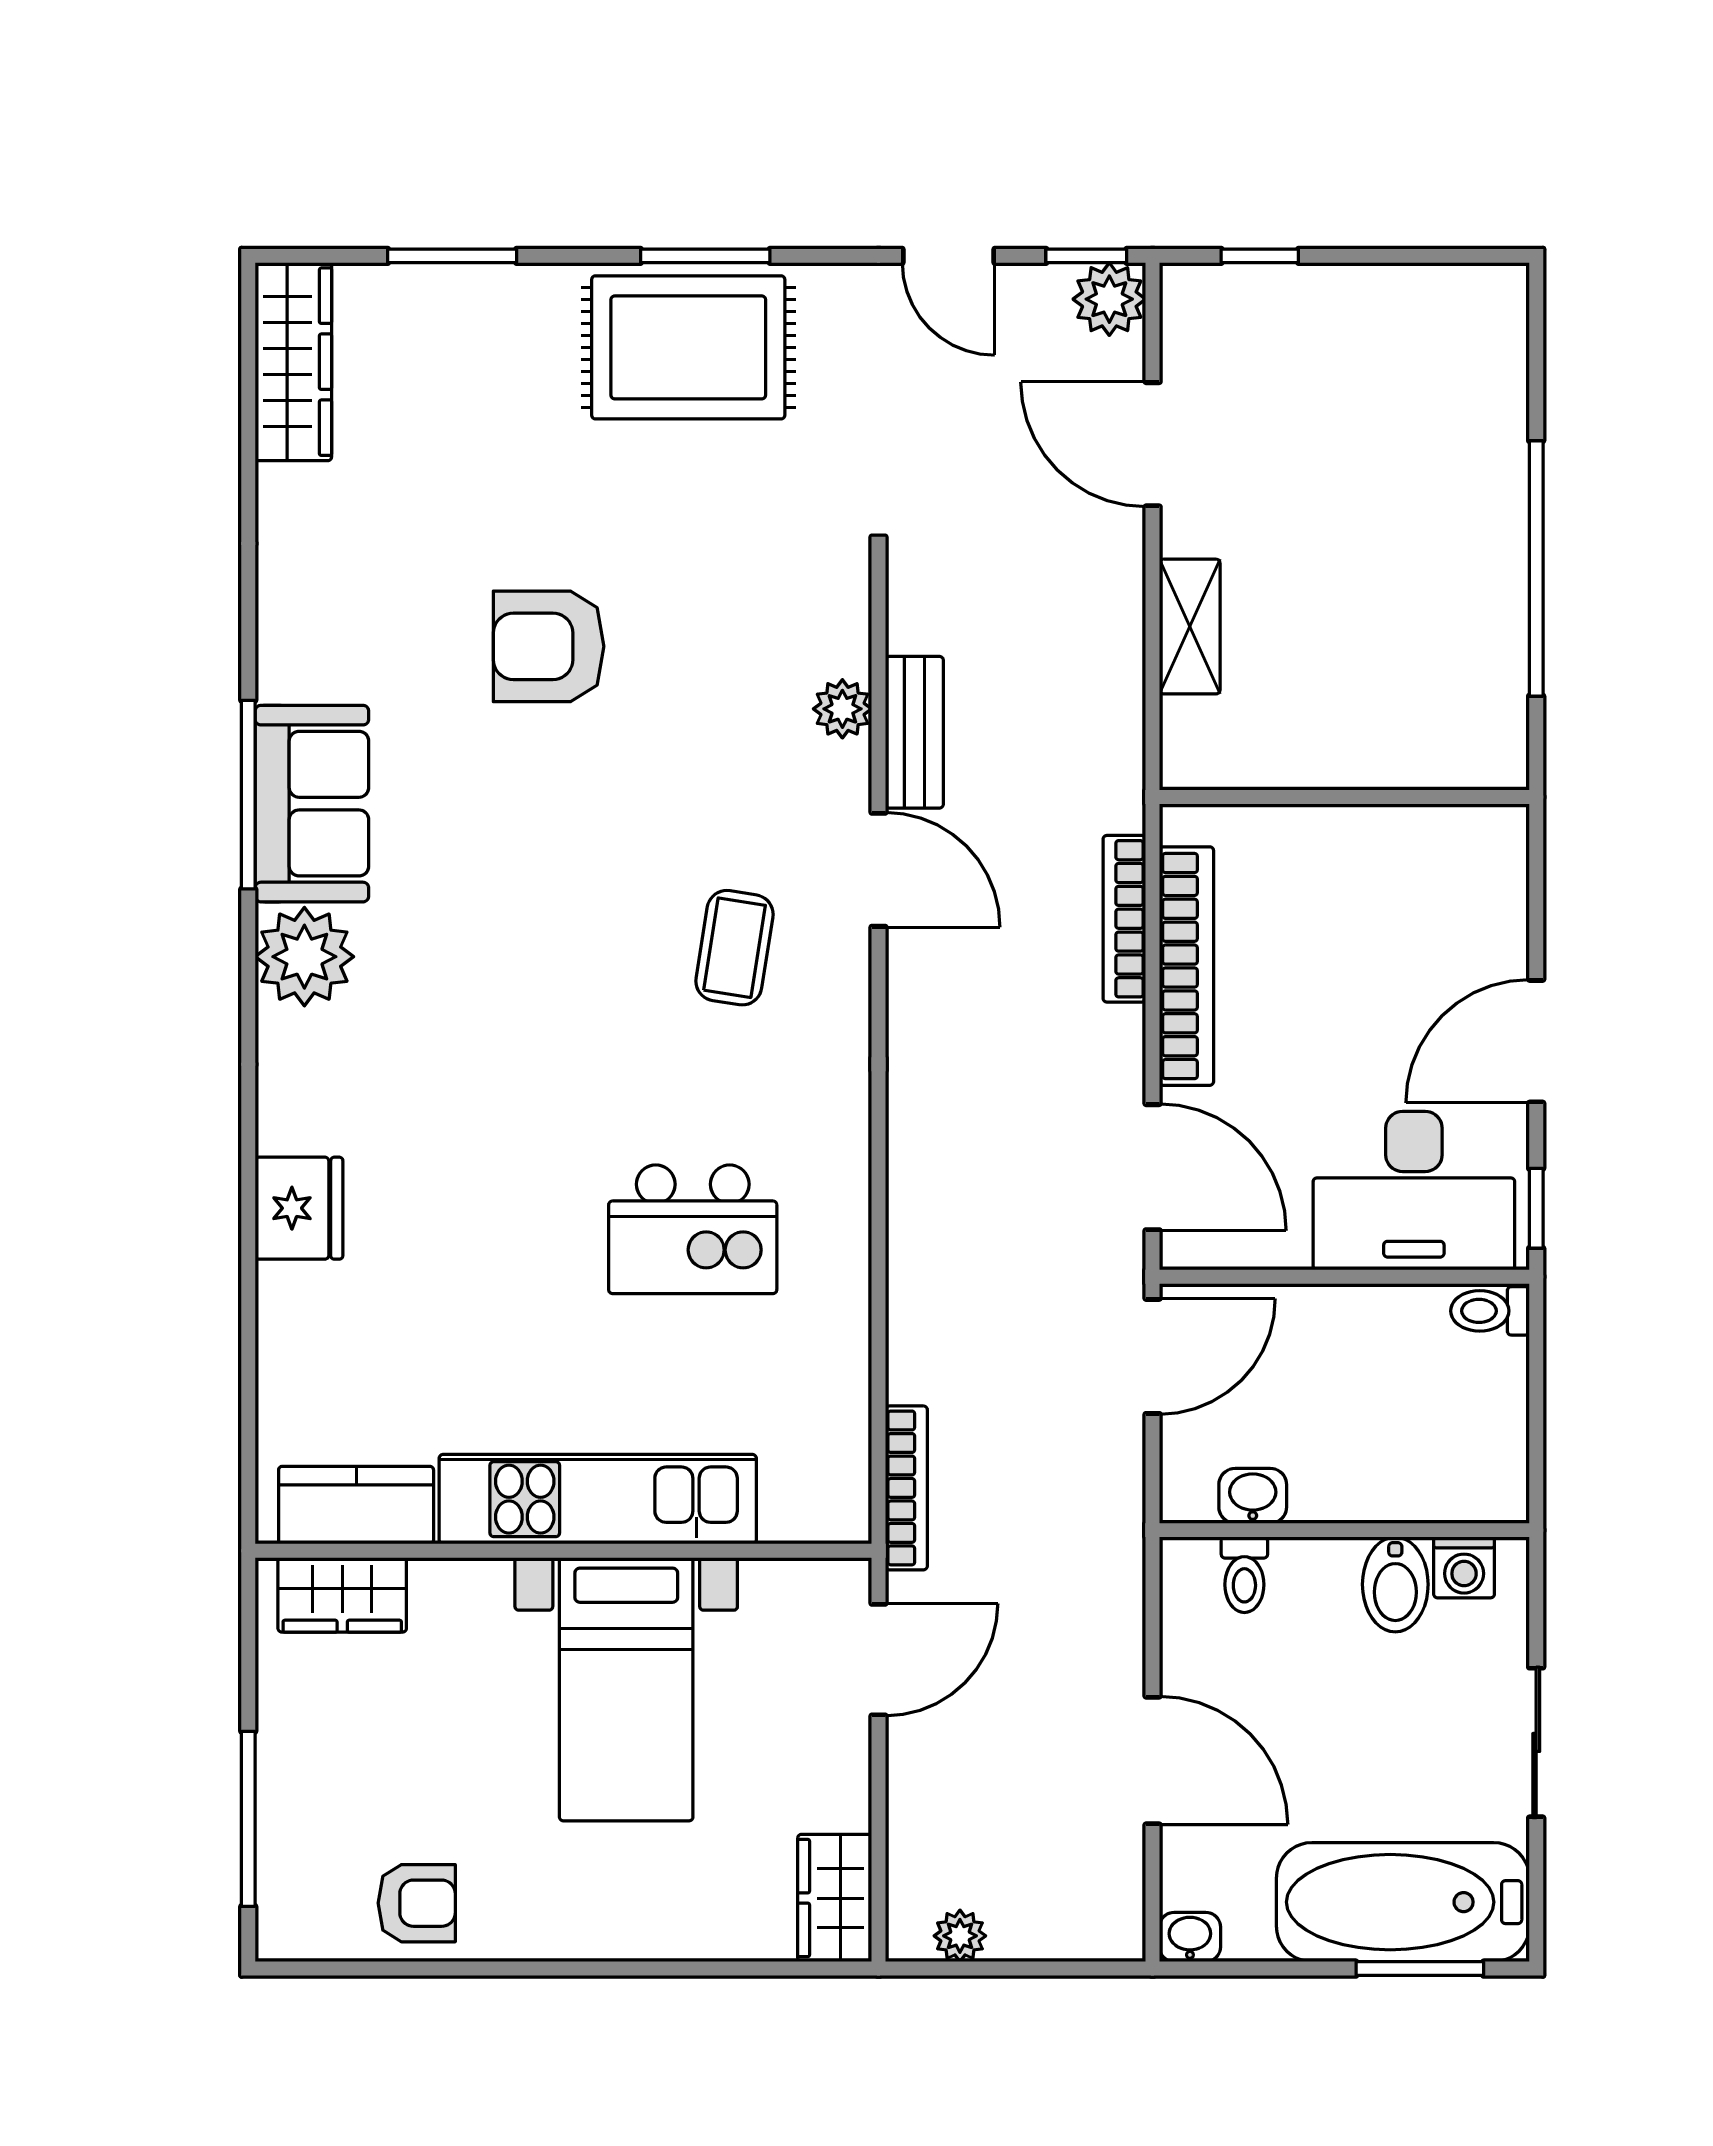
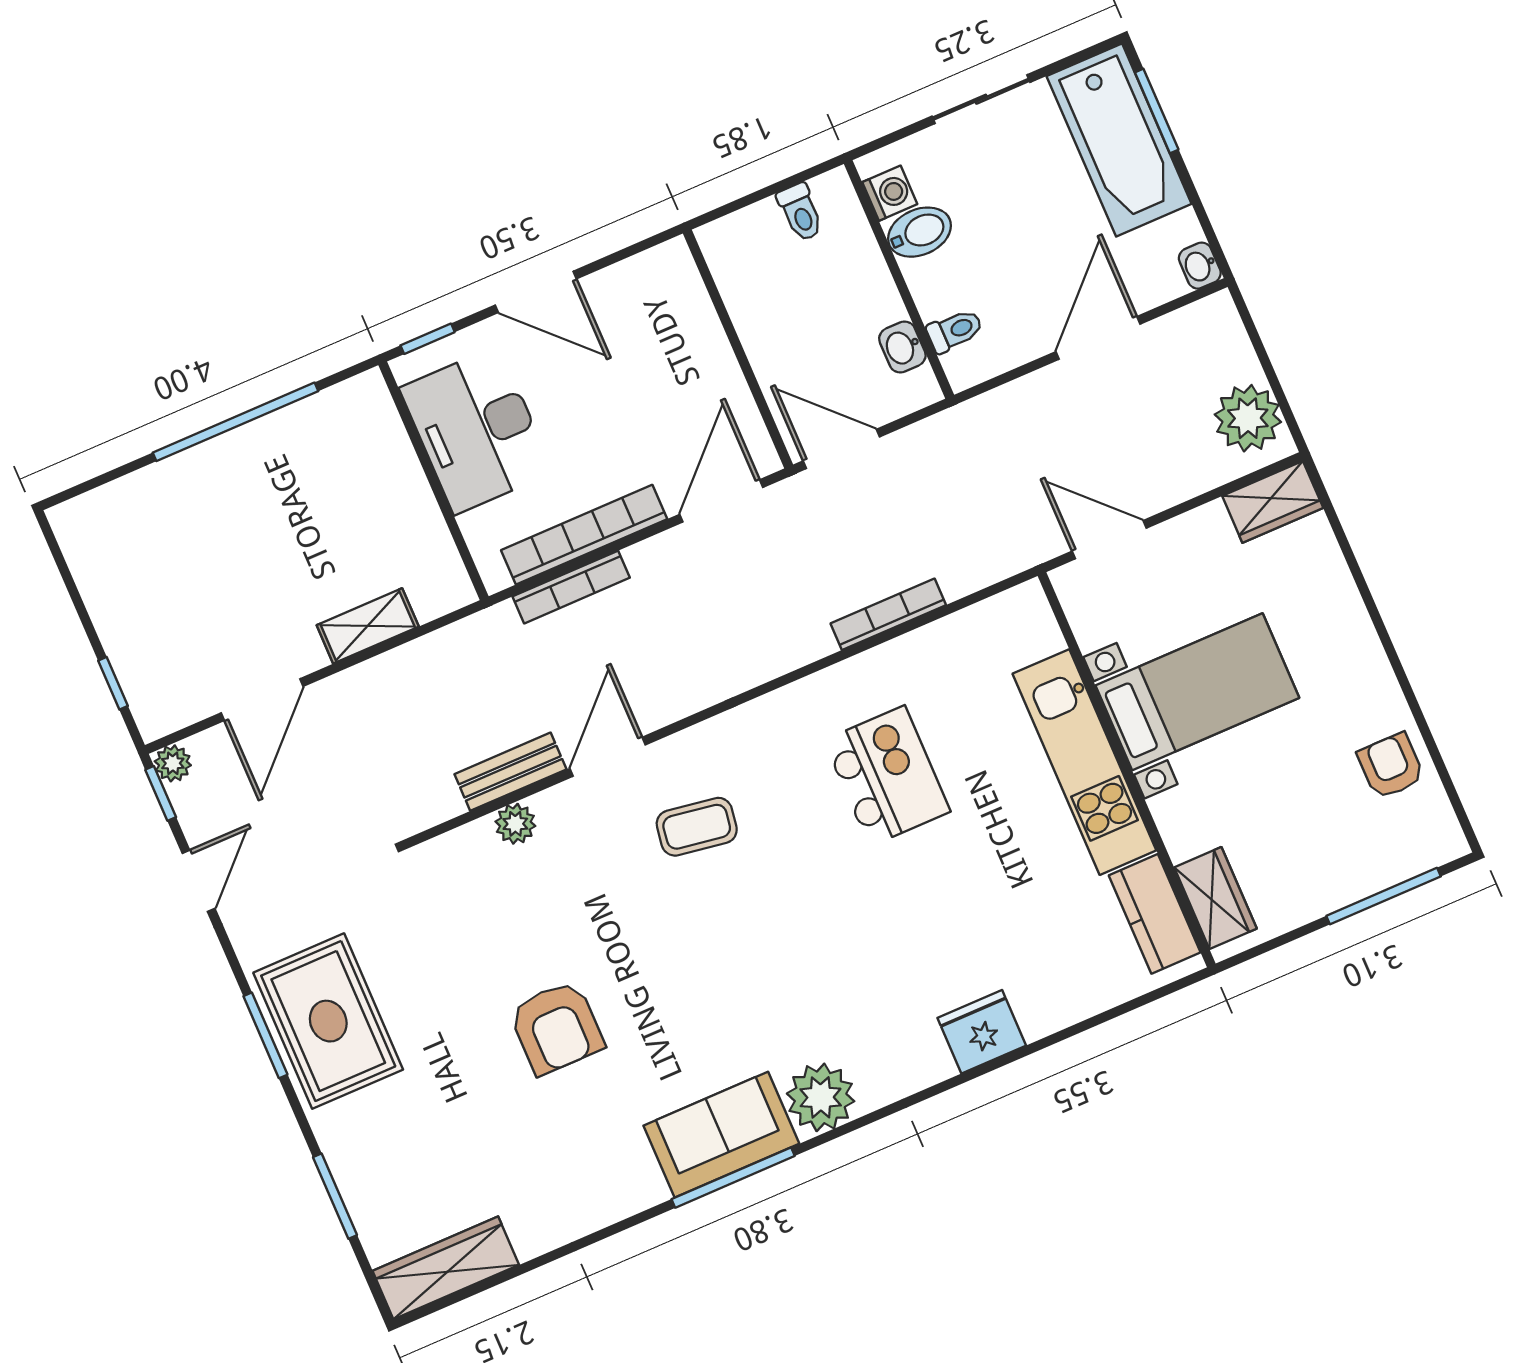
plant: (1109, 299) -> (173, 763), width x0.73, depth x0.73
desk: (1414, 1191) -> (476, 430), moved, turned 180
window: (1536, 1208) -> (428, 339), moved
toilet: (1490, 1311) -> (800, 212), moved
bookcase: (906, 1488) -> (888, 614), moved
plant: (960, 1936) -> (1248, 418), width x1.87, depth x1.87

